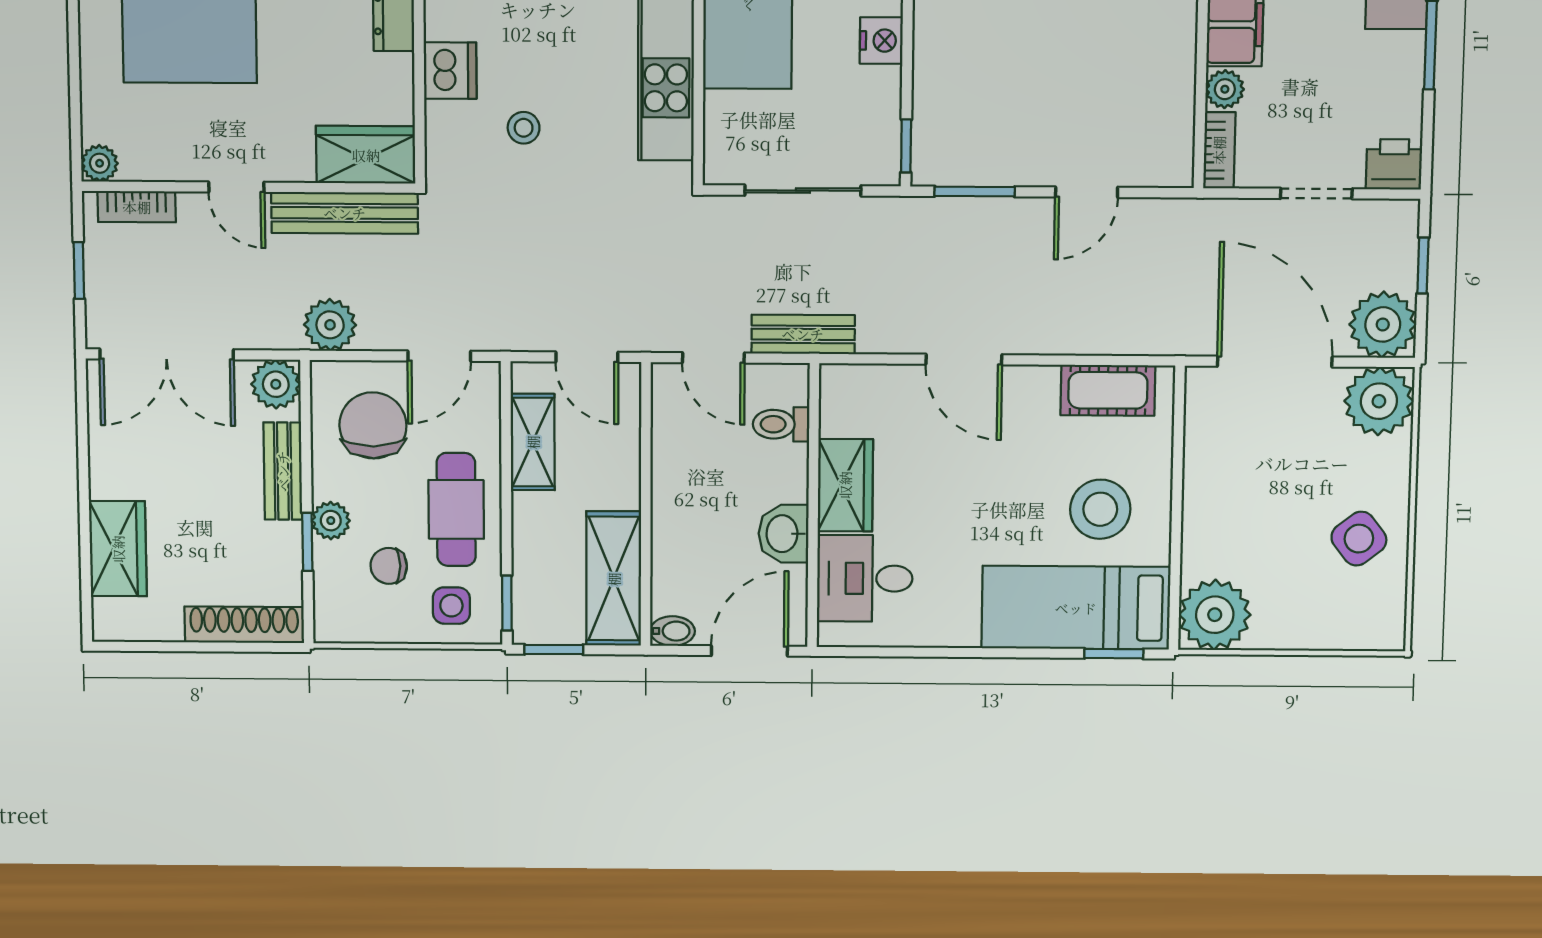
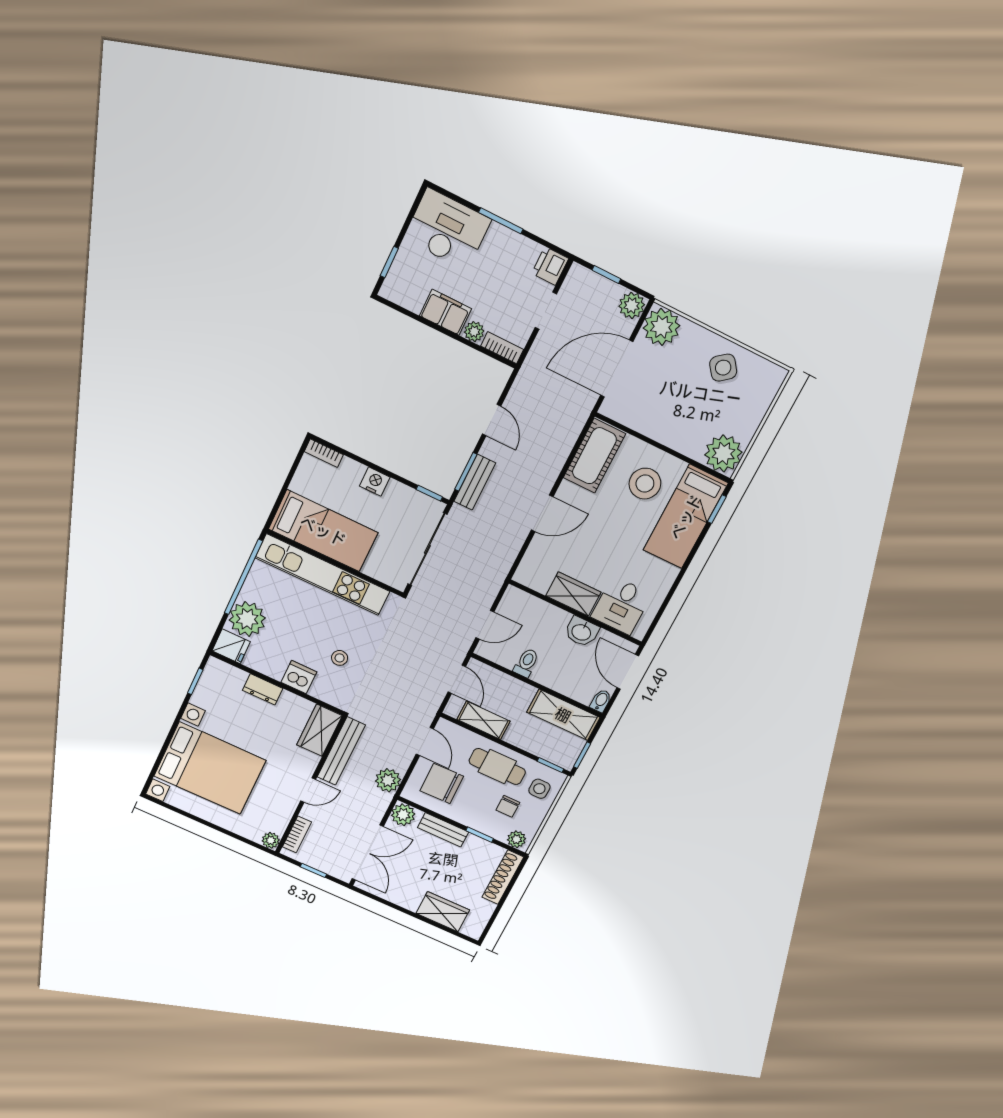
sliding door: (803, 190) -> (427, 549), width x1.37
plant: (1383, 324) -> (632, 305), width x0.73, depth x0.73
bench: (803, 334) -> (475, 482), moved
door: (587, 357) -> (457, 679), hinge flipped
cot: (1108, 390) -> (594, 456), width x1.37, depth x1.34
toilet: (781, 424) -> (526, 663), moved, turned 180
plant: (331, 521) -> (517, 839), moved

